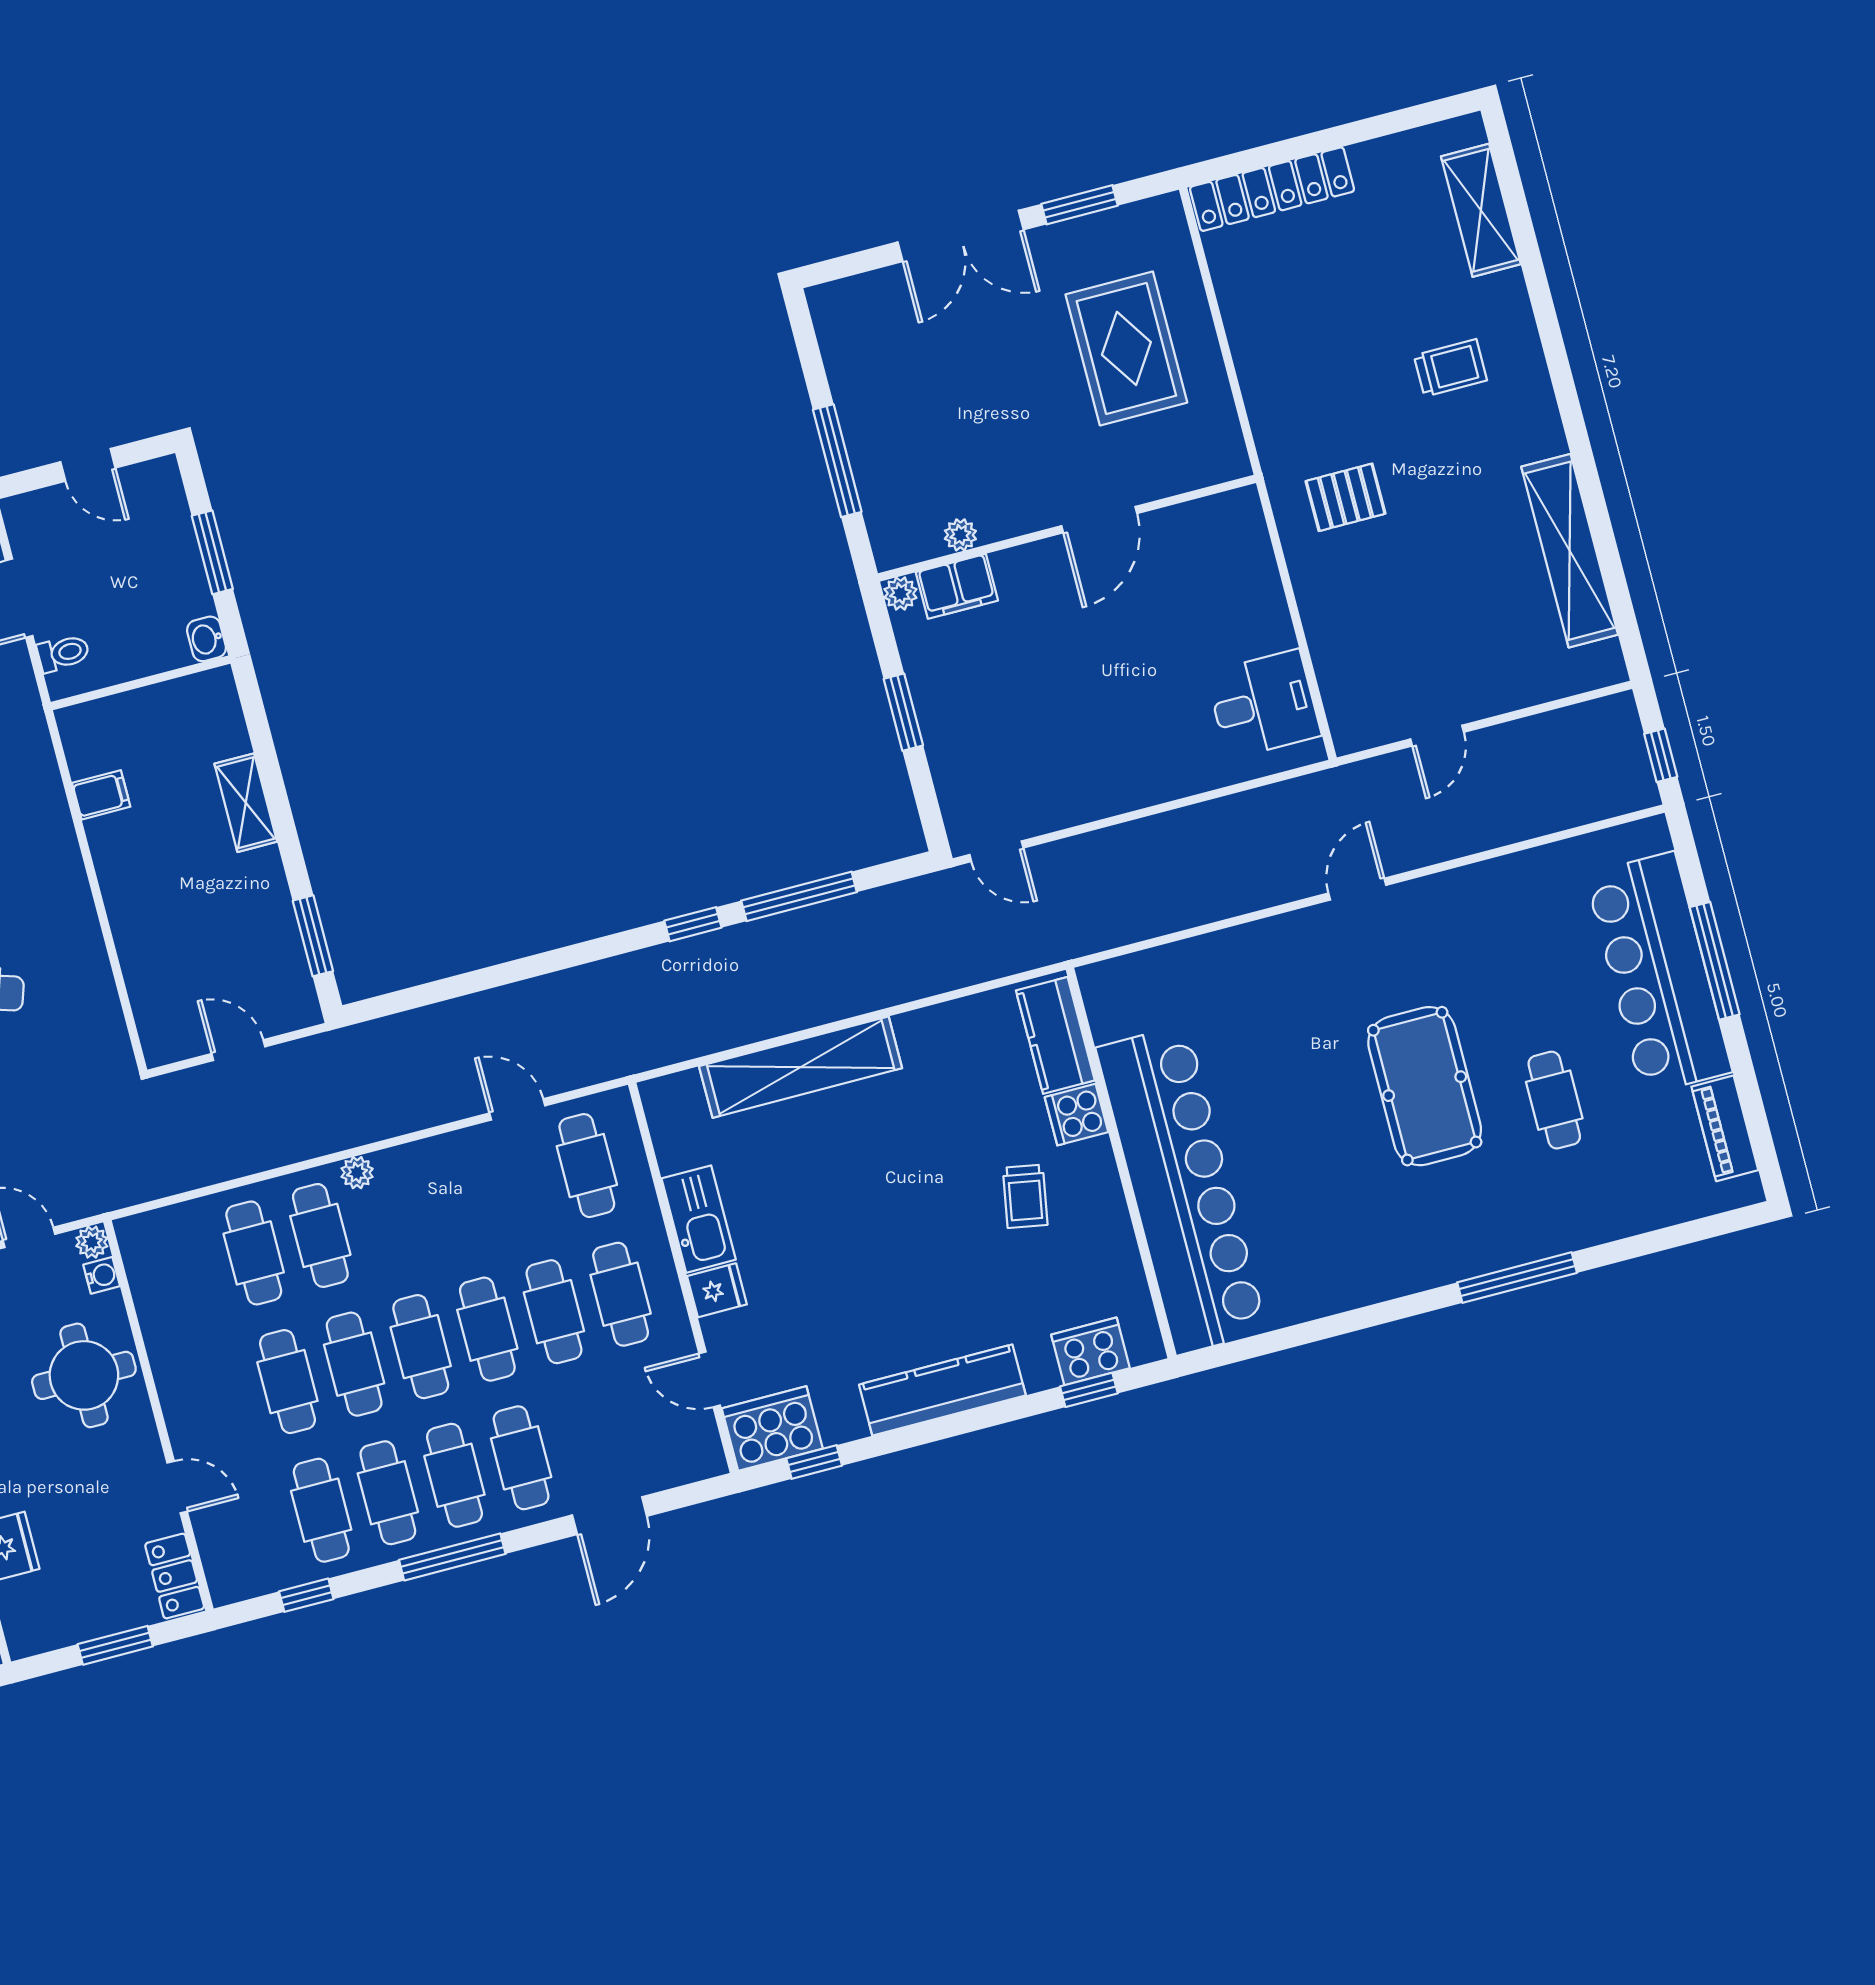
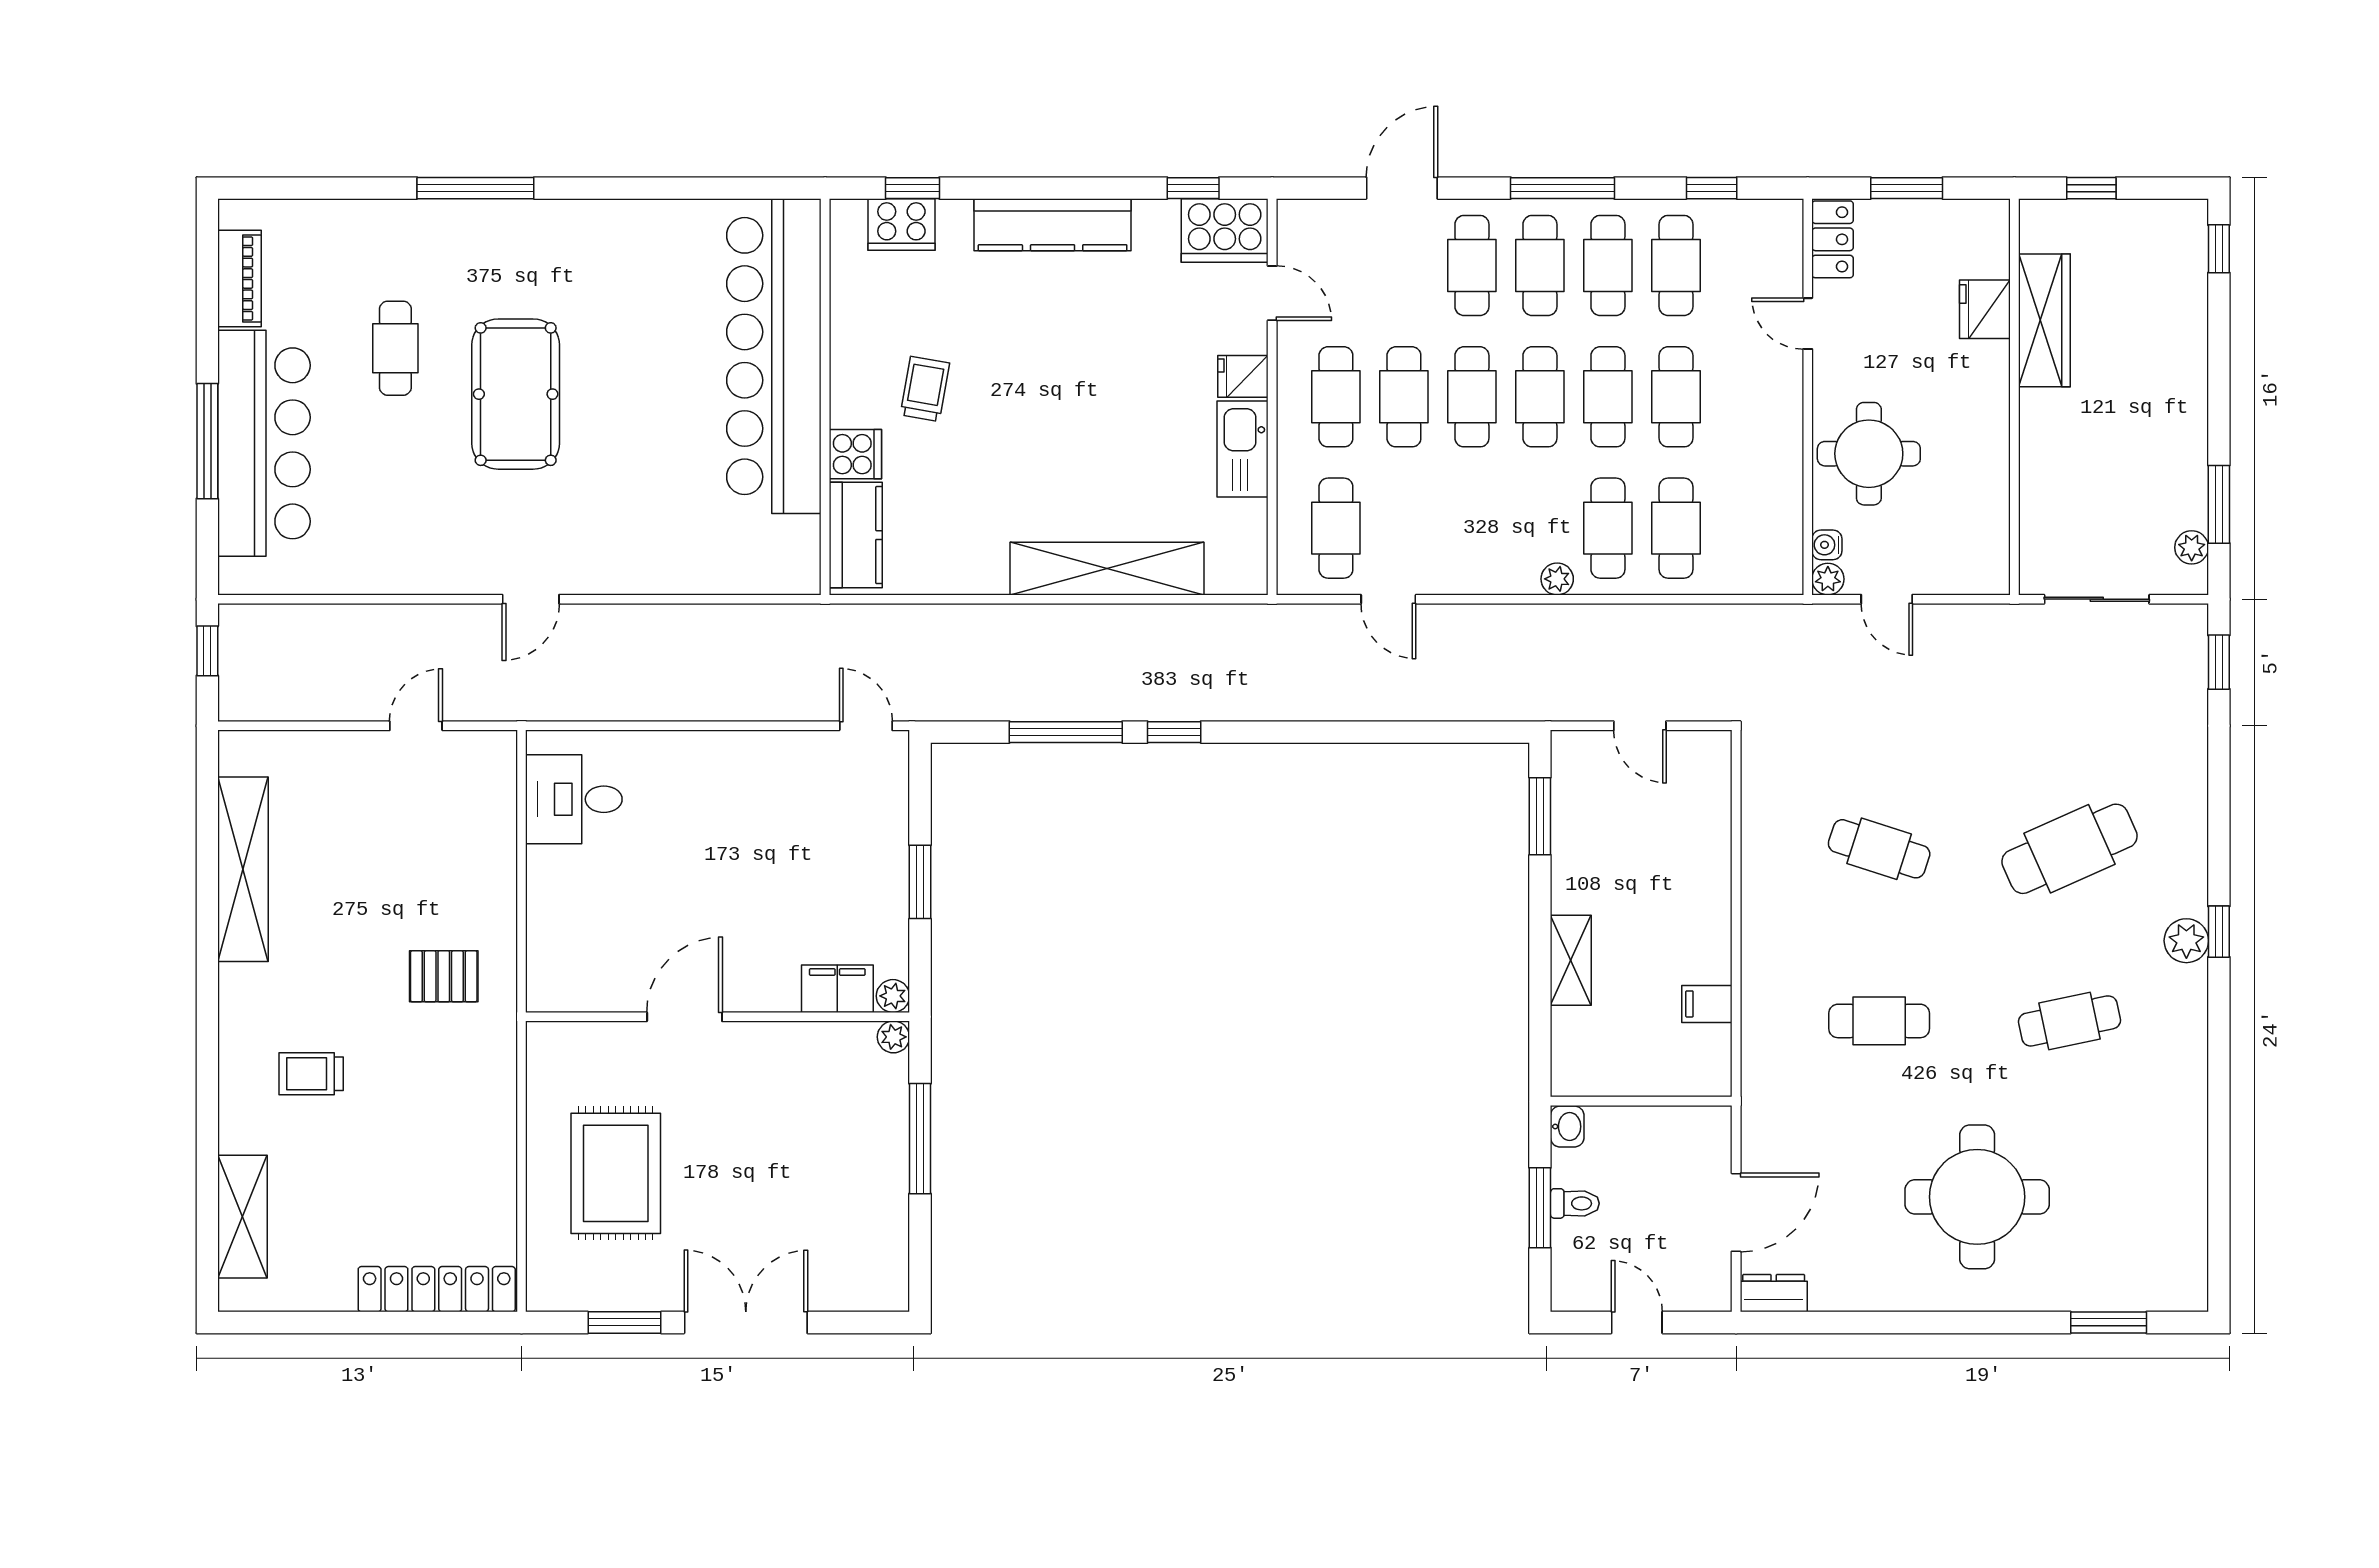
plant: (960, 535) -> (893, 1037), moved
toilet: (63, 653) -> (1575, 1203), moved, turned 180

